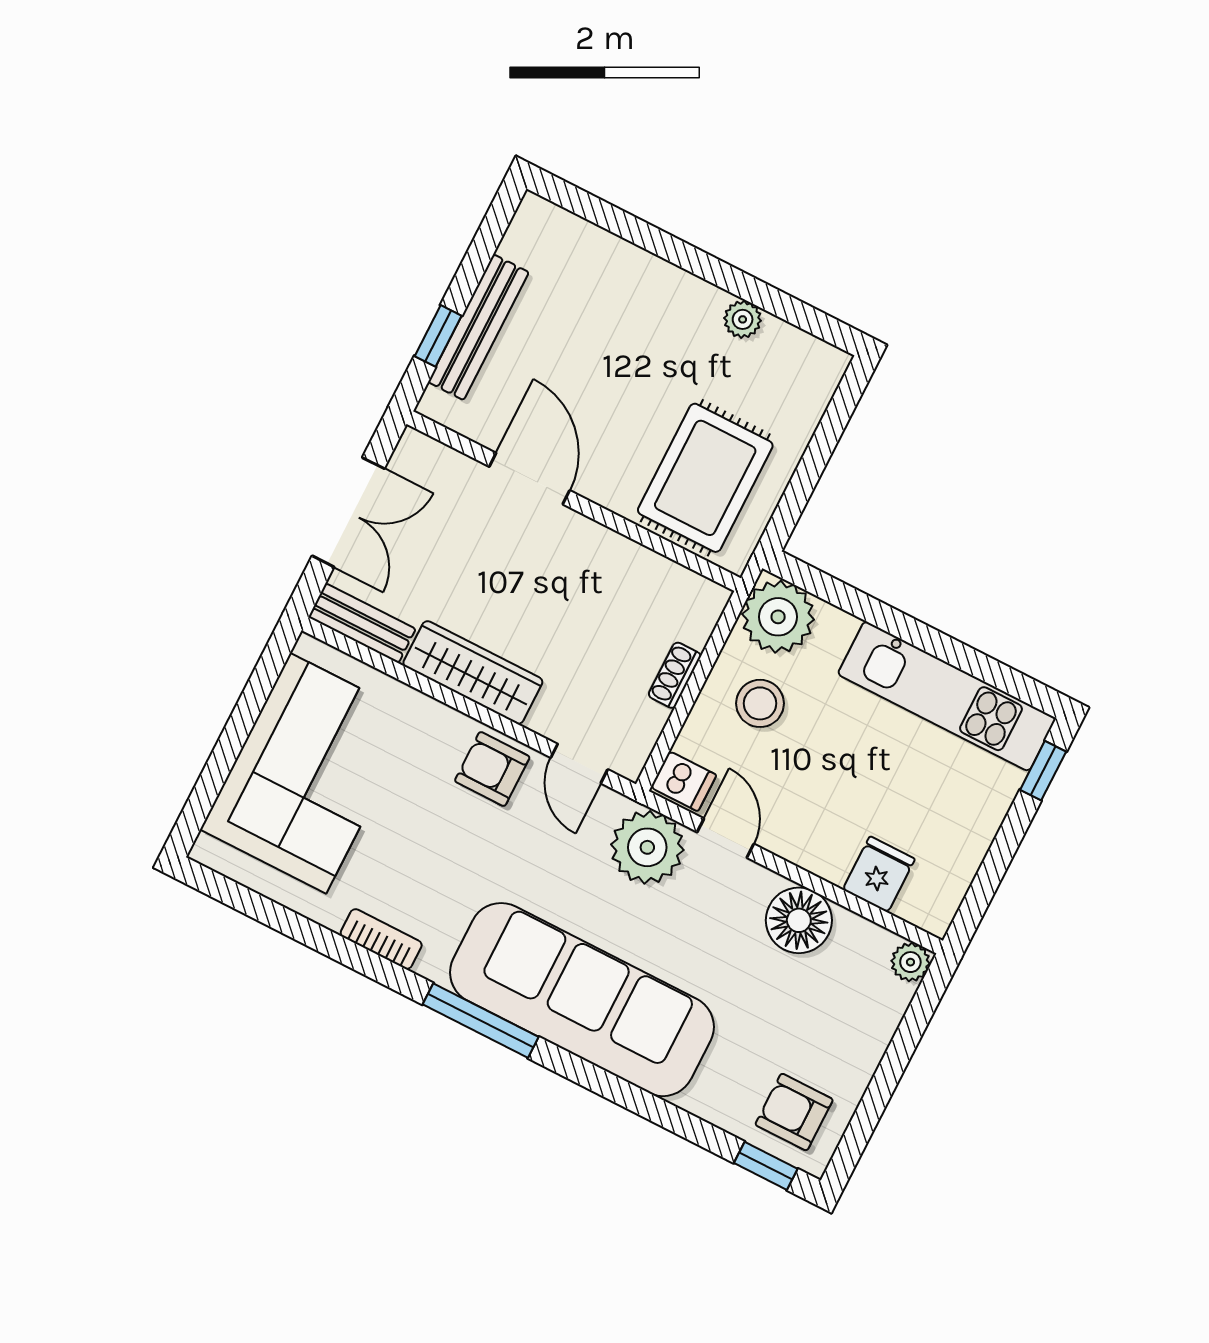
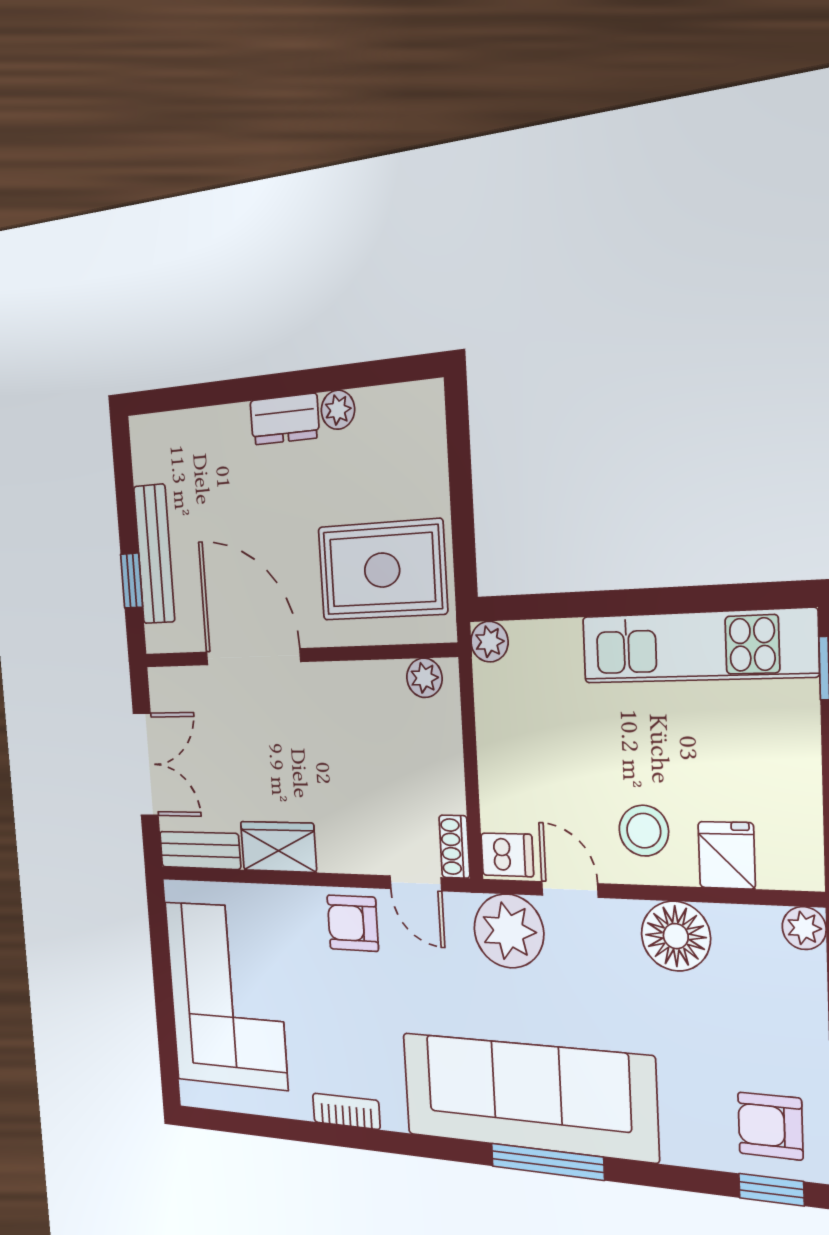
dresser: (687, 294) -> (285, 419), added
rug: (705, 478) -> (382, 570), turned 90
door: (529, 479) -> (253, 657), width x1.36
plant: (692, 591) -> (424, 678), added
plant: (778, 617) -> (489, 642), width x0.53, depth x0.53
wardrobe: (473, 672) -> (278, 847), width x0.67
shoe rack: (675, 675) -> (454, 847), moved
stool: (760, 703) -> (644, 831), moved
window: (481, 1021) -> (547, 1162), moved

